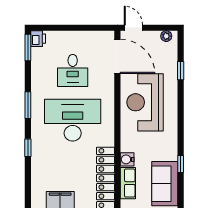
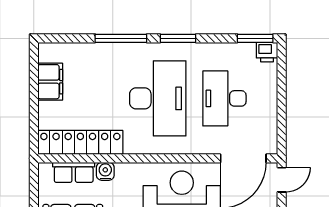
desk: (73, 70) -> (224, 98), width x1.37
window: (28, 148) -> (121, 38), width x2.17

